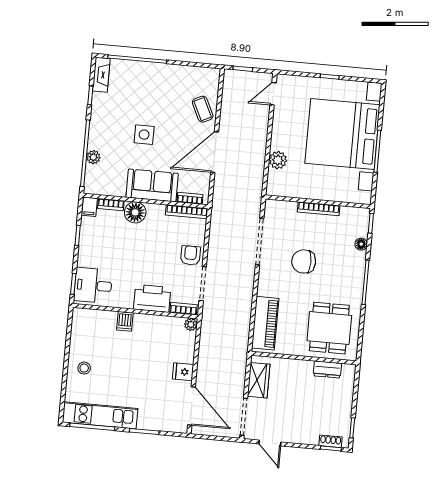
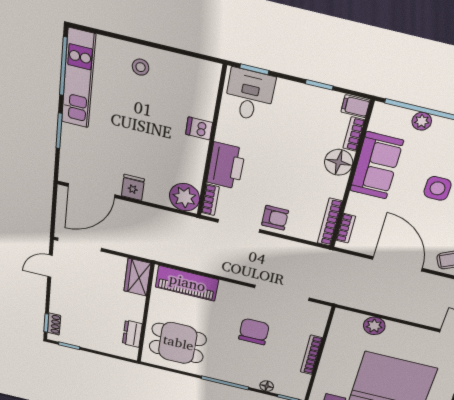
sofa: (152, 185) -> (376, 166), moved
plant: (191, 324) -> (184, 197), width x1.87, depth x1.87
wardrobe: (259, 380) -> (137, 277), moved, turned 90

